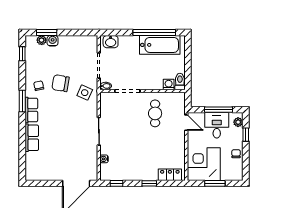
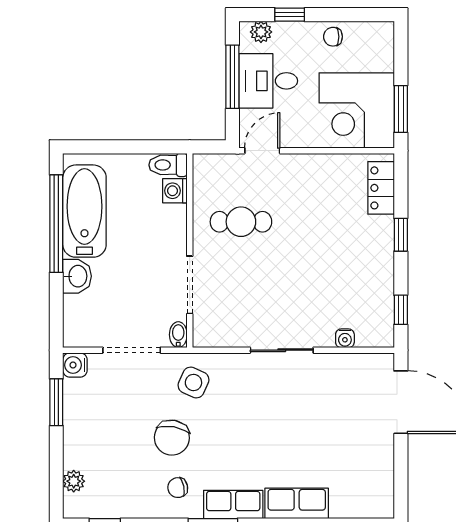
window: (47, 33) -> (56, 402), moved
water cooler: (53, 41) -> (75, 365), moved
washbasin: (111, 42) -> (77, 276), moved
window: (215, 183) -> (401, 109), moved

